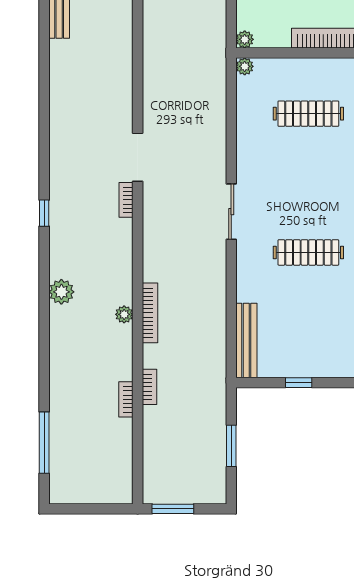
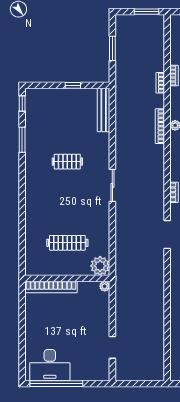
plant: (245, 66) -> (100, 266), width x1.88, depth x1.88
doorway: (138, 157) -> (167, 234), moved
clothes rail: (308, 252) -> (67, 162), width x0.73

